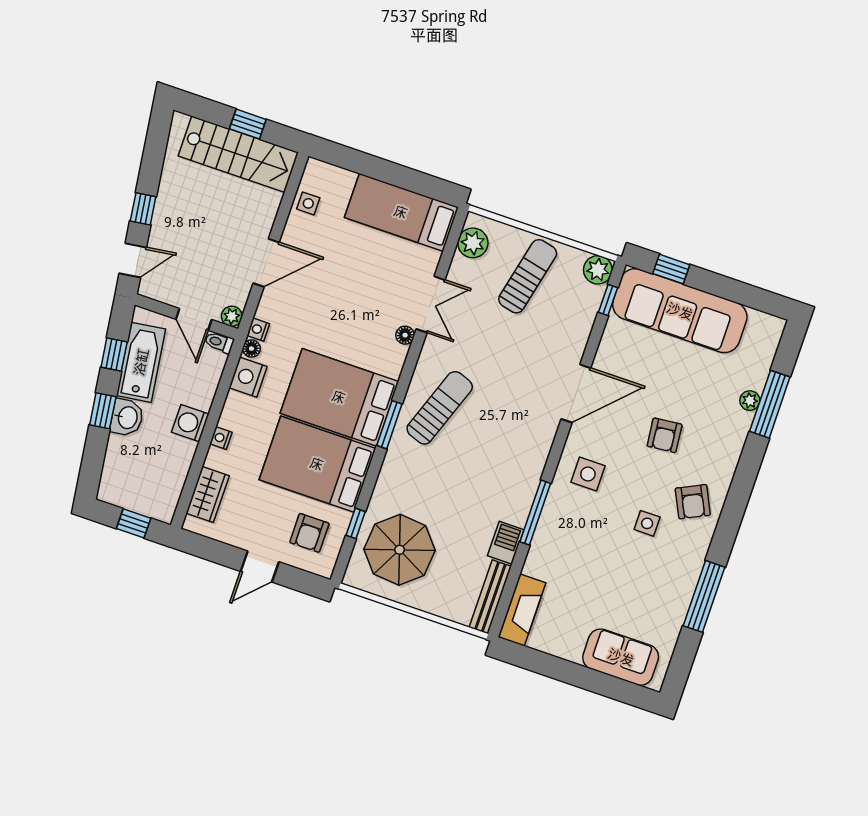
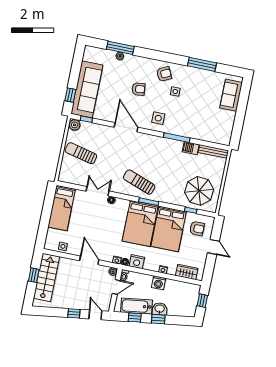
plant: (473, 243) -> (70, 177), removed
fireplace: (522, 610) -> (217, 138), removed

